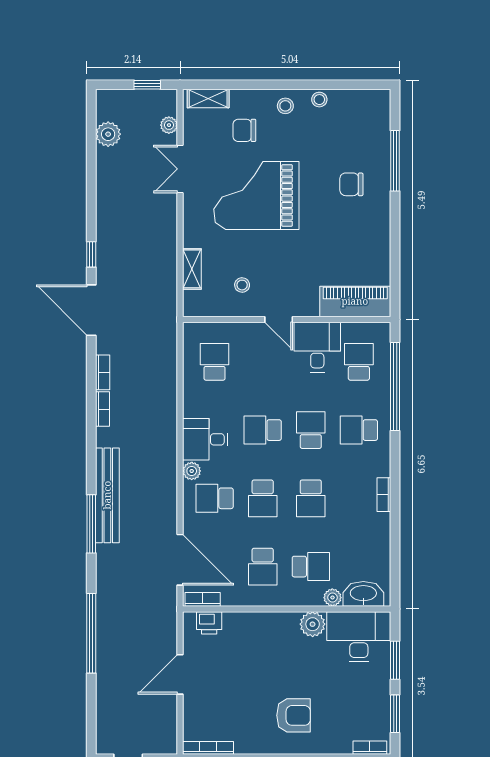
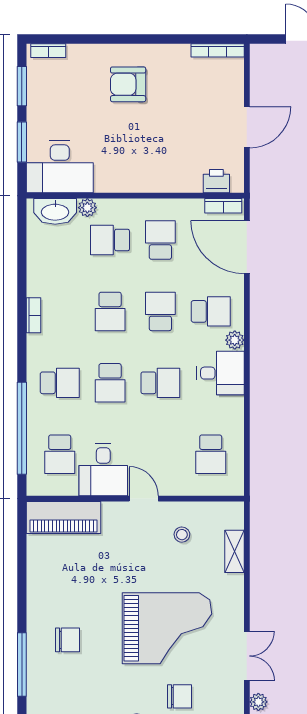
school desk: (311, 498) -> (110, 311), turned 180
plant: (313, 624) -> (108, 180), removed

